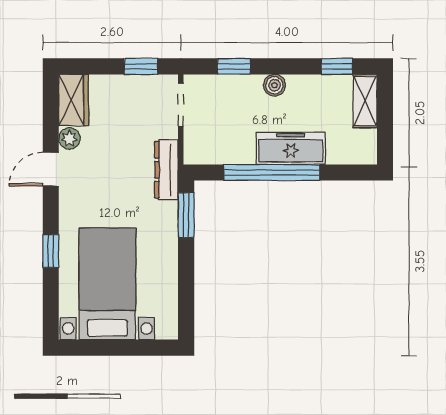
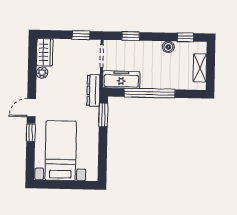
boiler: (274, 85) -> (168, 47), moved
shelving: (365, 101) -> (200, 68), moved
freezer: (291, 148) -> (121, 80), moved
door: (51, 169) -> (31, 108), moved

